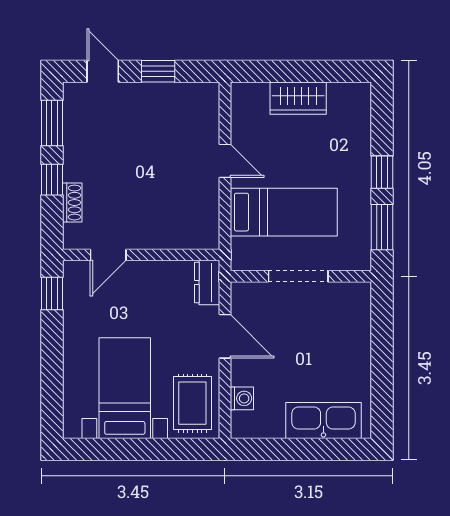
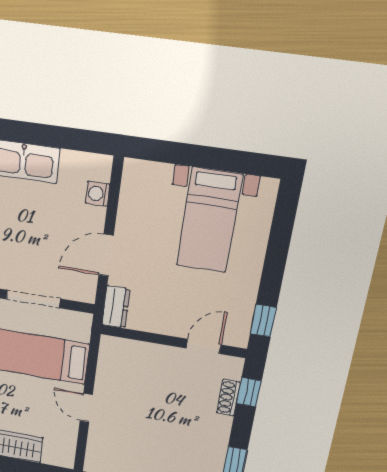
window: (52, 180) -> (249, 392), moved
door: (225, 336) -> (106, 255), hinge flipped
rug: (192, 403) -> (146, 196), removed

